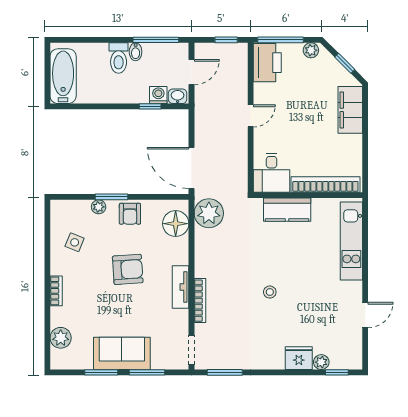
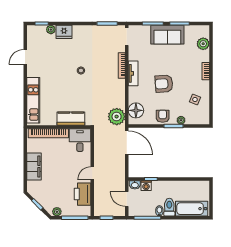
printer: (267, 63) -> (82, 194), moved
door: (191, 72) -> (127, 199), hinge flipped
bathtub: (63, 76) -> (192, 209), moved, turned 90
filing cabinet: (350, 110) -> (34, 167), moved

